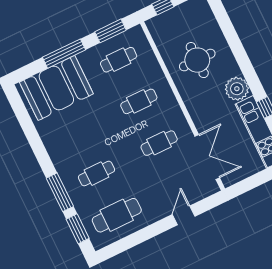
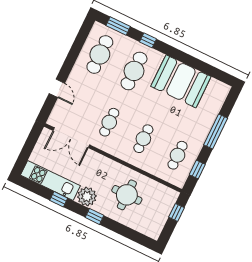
window: (111, 31) -> (197, 170), width x0.67
window: (245, 64) -> (94, 216), added
booth: (56, 88) -> (181, 81), moved, turned 90
cafe table: (96, 174) -> (134, 71), width x1.37, depth x1.35
window: (60, 192) -> (148, 40), width x0.46

